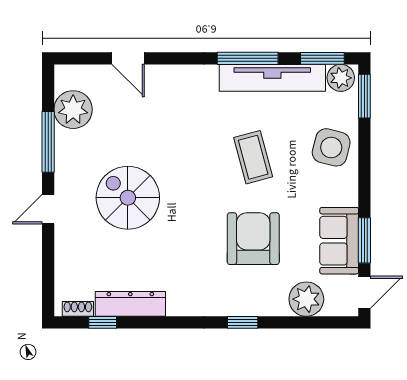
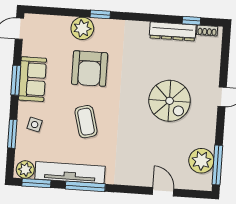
window: (364, 96) -> (12, 134), moved
window: (48, 142) -> (217, 165), moved
side table: (331, 147) -> (35, 125), width x0.54, depth x0.54
window: (364, 240) -> (16, 80), moved
sofa: (339, 241) -> (32, 79), moved
plant: (306, 299) -> (82, 28), moved

